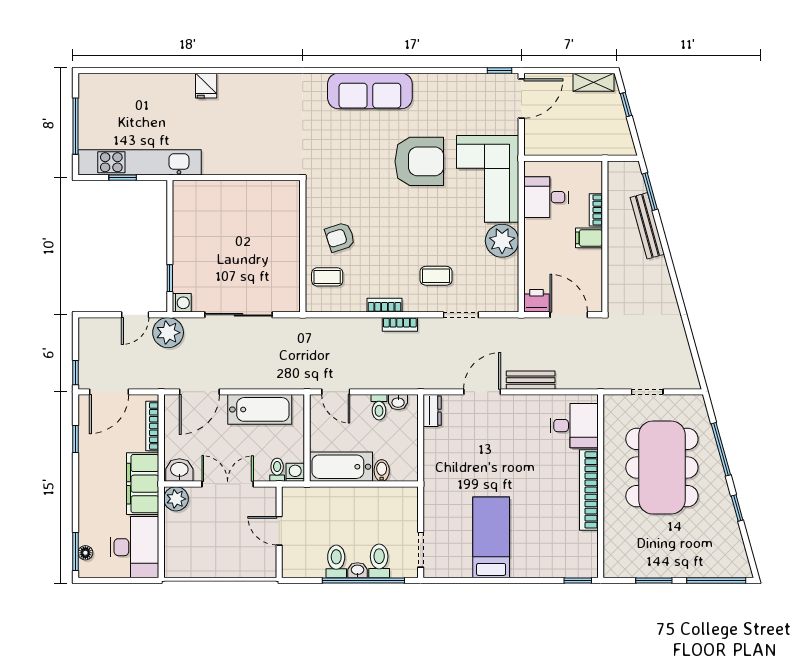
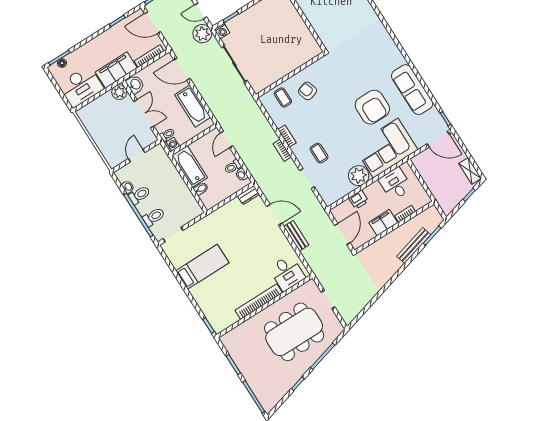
sofa: (370, 91) -> (412, 90), moved
filing cabinet: (589, 238) -> (383, 223), width x2.00
printer: (536, 301) -> (359, 200), moved, turned 90
washbasin: (358, 570) -> (128, 187), moved

